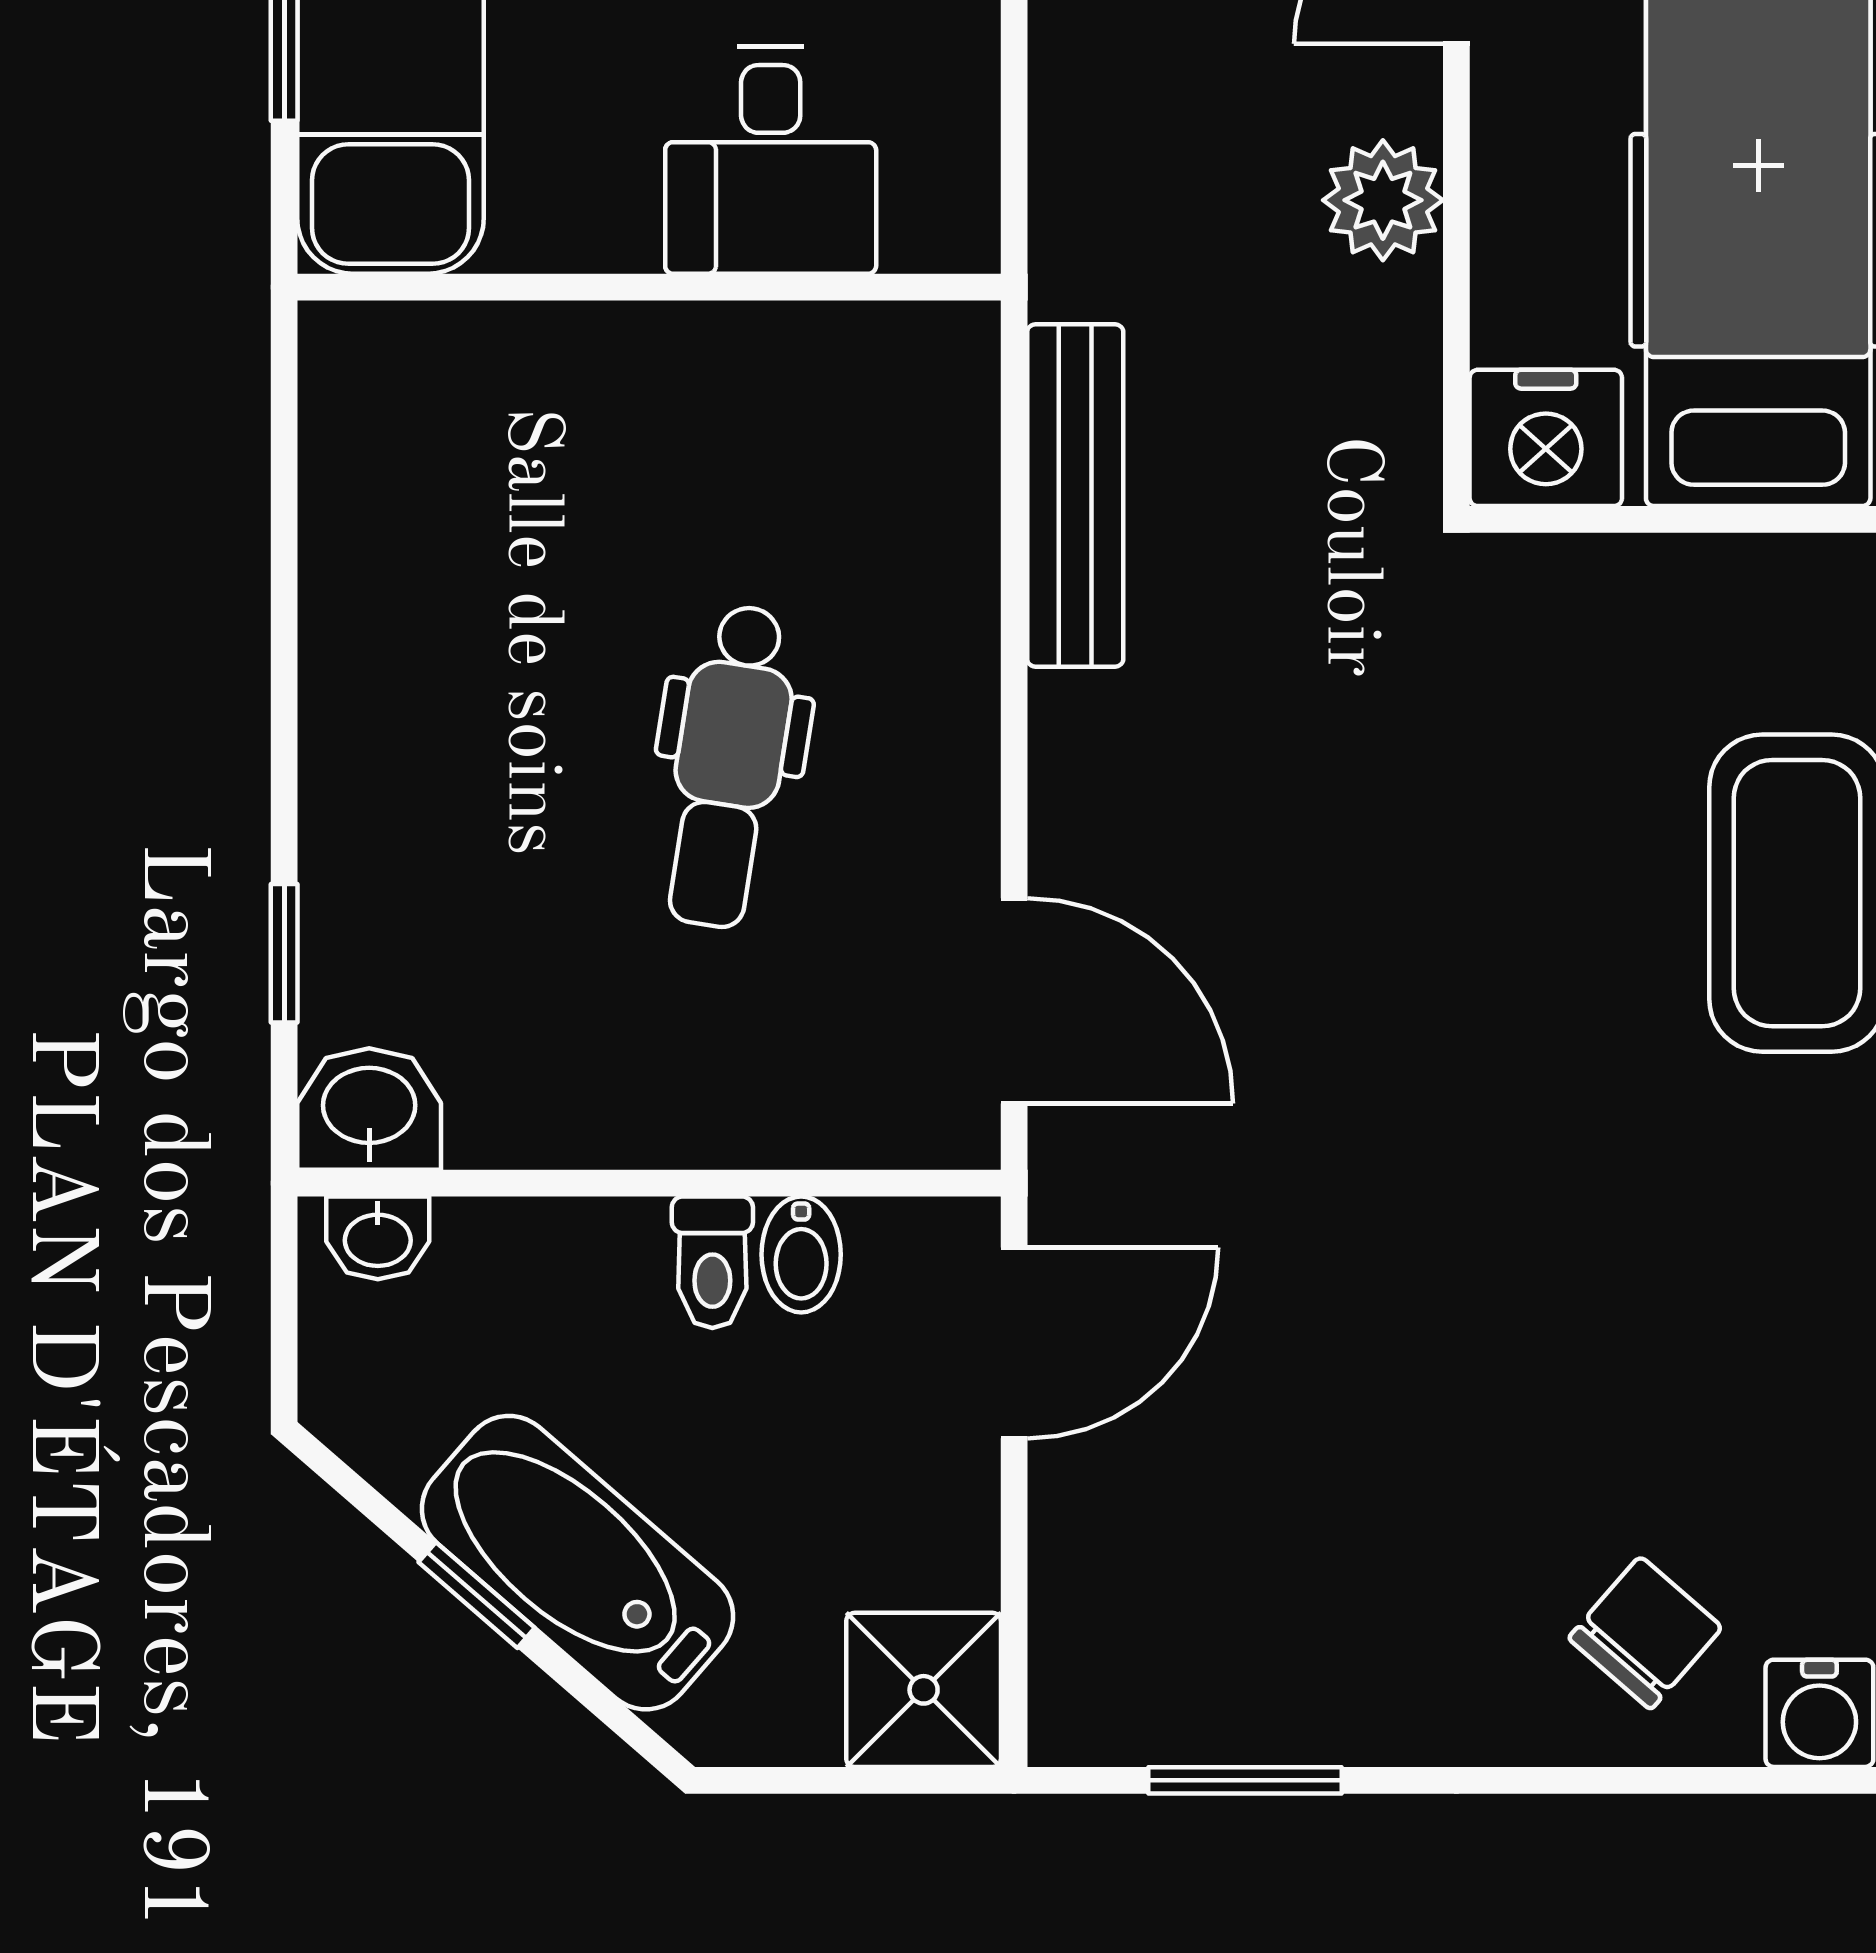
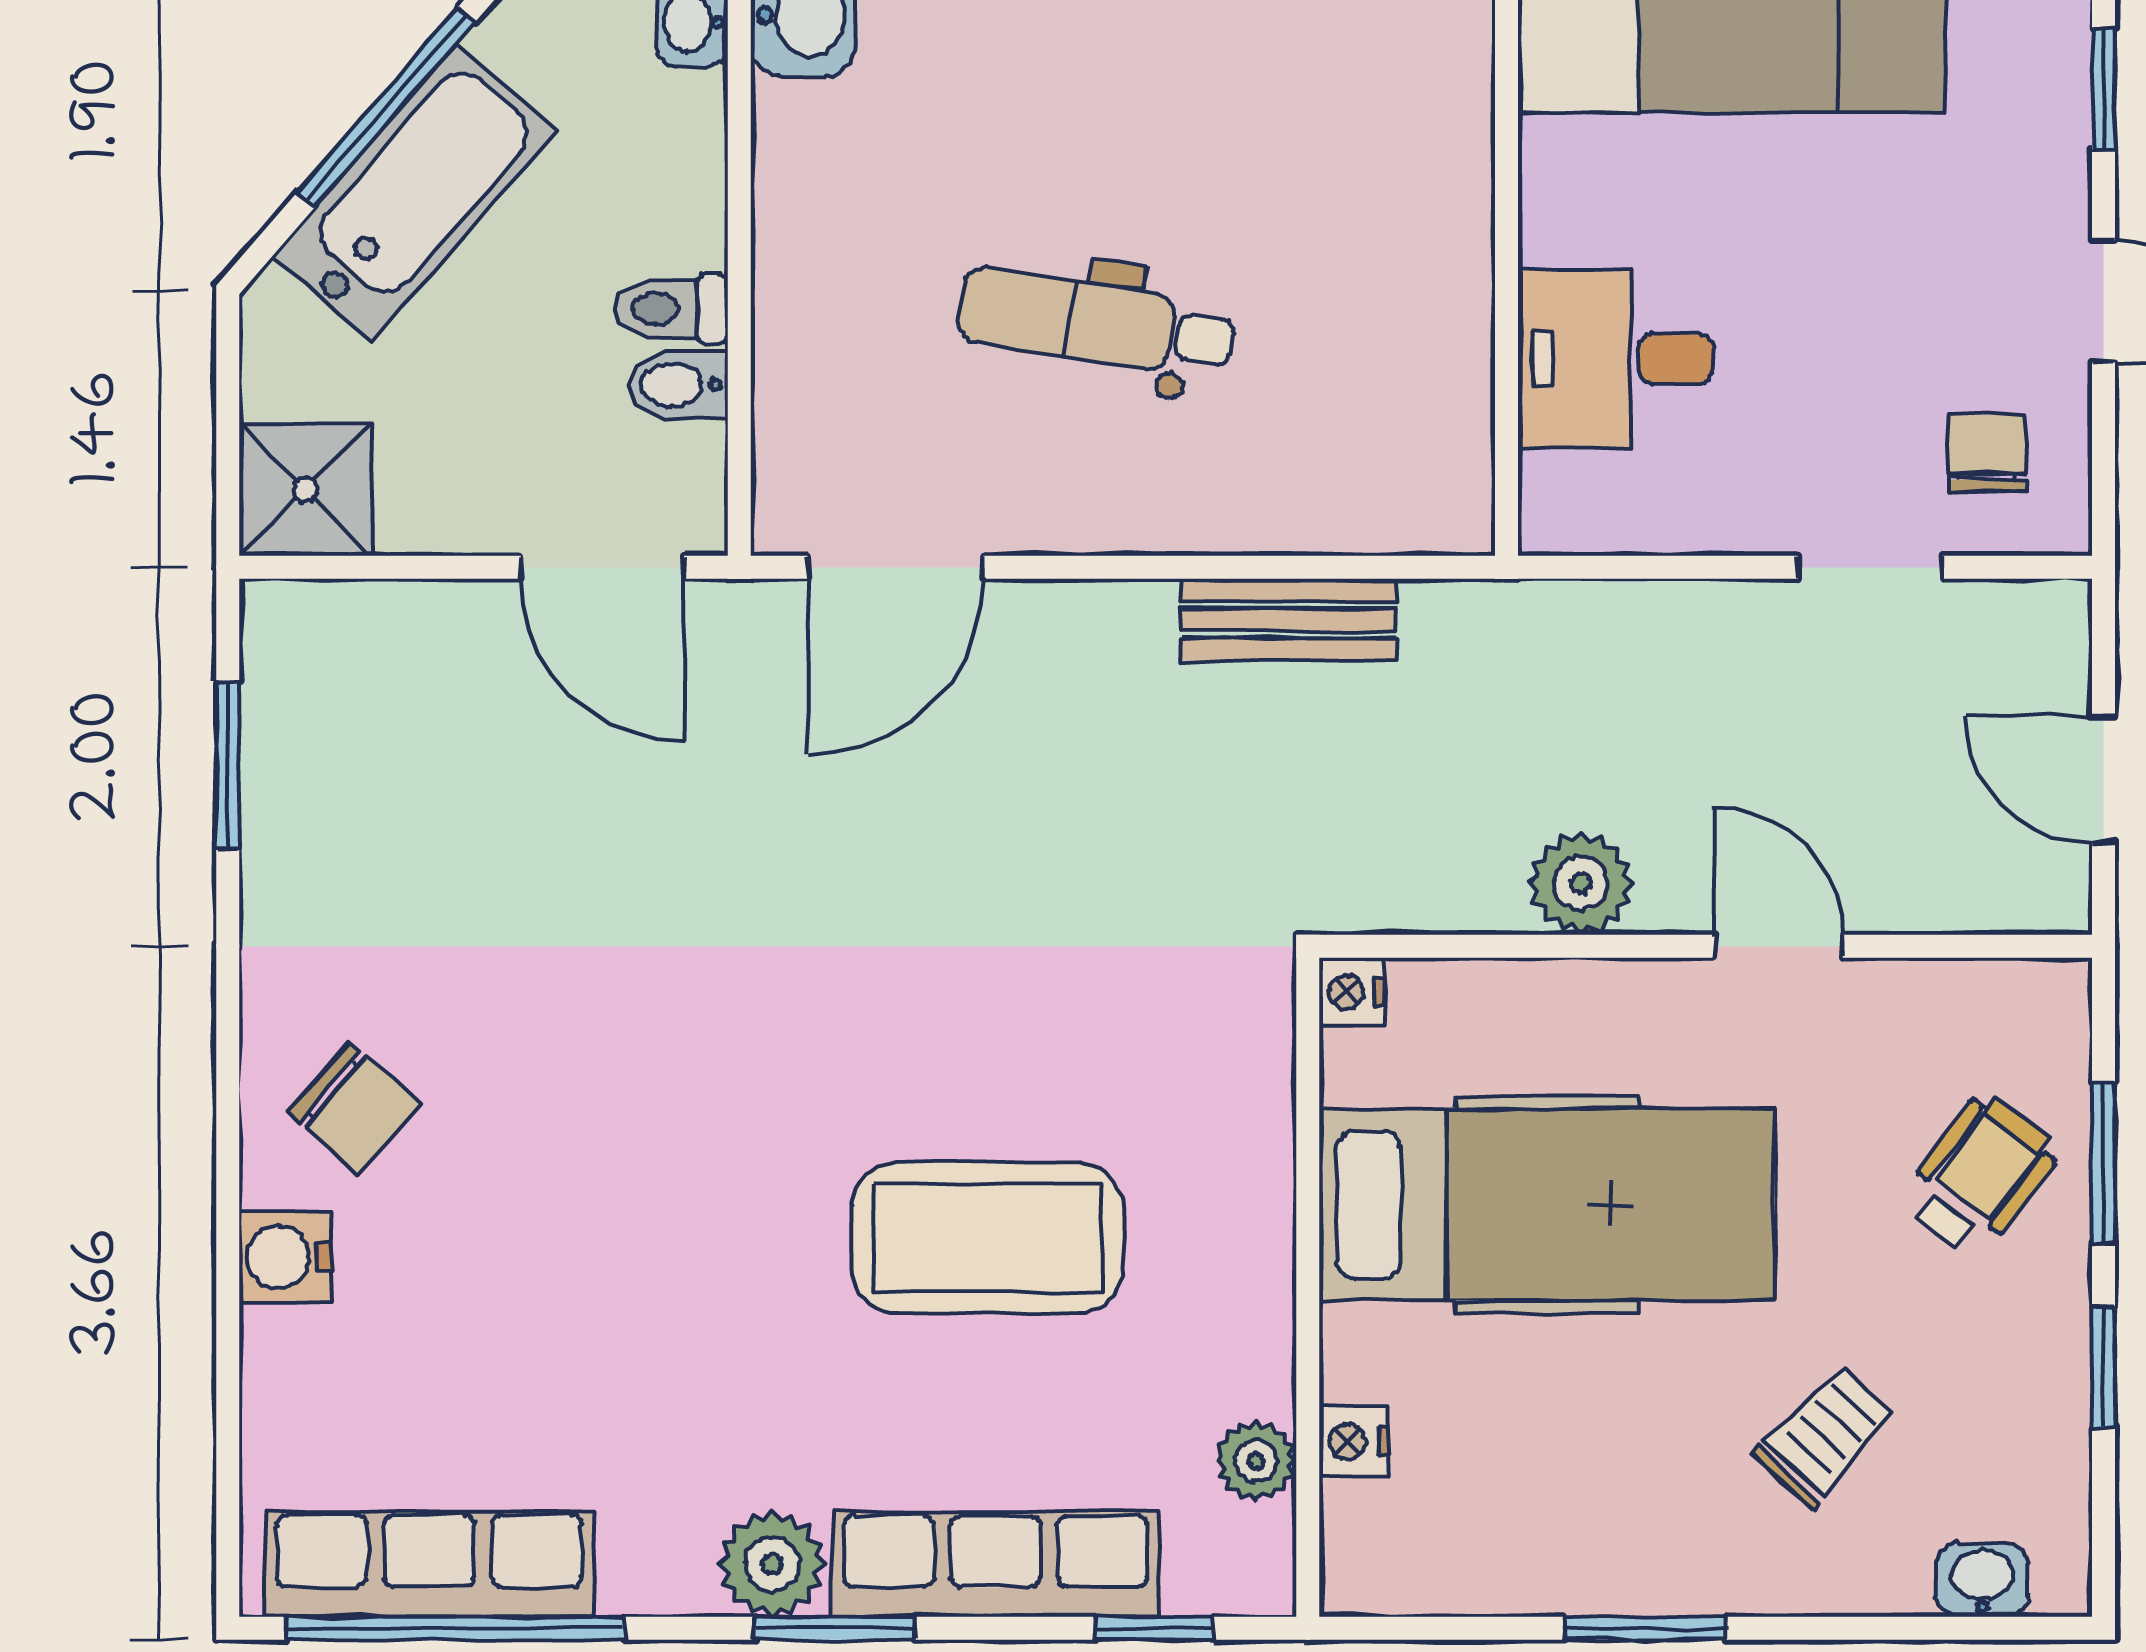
nightstand: (1546, 438) -> (1352, 992), width x0.53, depth x0.56
bench: (1075, 495) -> (1289, 620), width x0.73
window: (477, 1595) -> (386, 107), width x2.17

